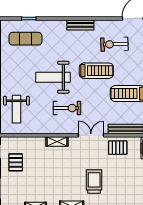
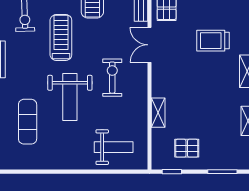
exercise mat: (25, 39) -> (28, 122), moved
shelving: (57, 141) -> (158, 113), moved

